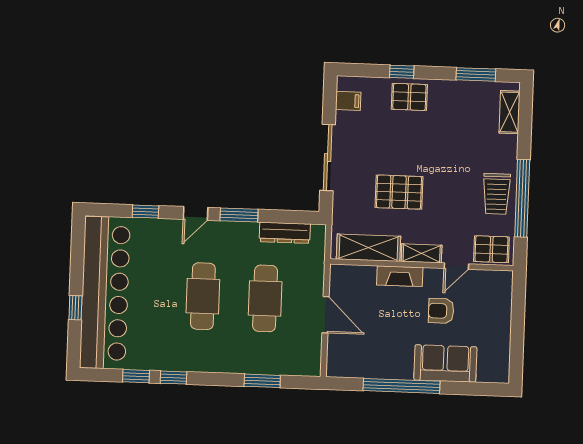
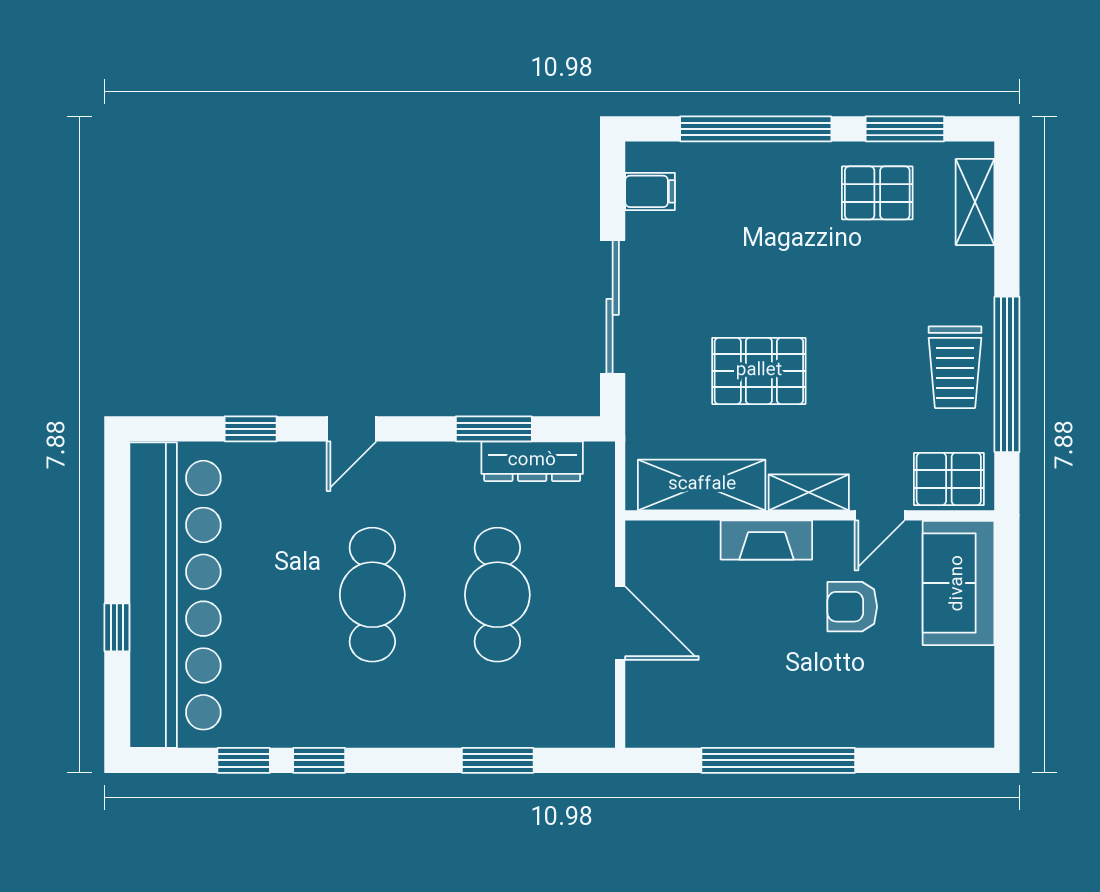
window: (402, 72) -> (756, 129), width x3.17
pallet: (409, 97) -> (877, 193), moved
window: (239, 215) -> (494, 429), moved
sofa: (445, 363) -> (958, 583), moved, turned -90

